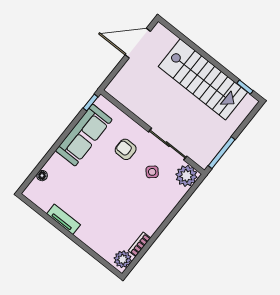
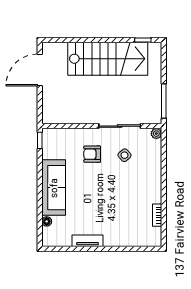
sofa: (84, 135) -> (54, 188), moved
plant: (186, 176) -> (156, 134), width x0.53, depth x0.53
plant: (123, 259) -> (154, 236), removed

